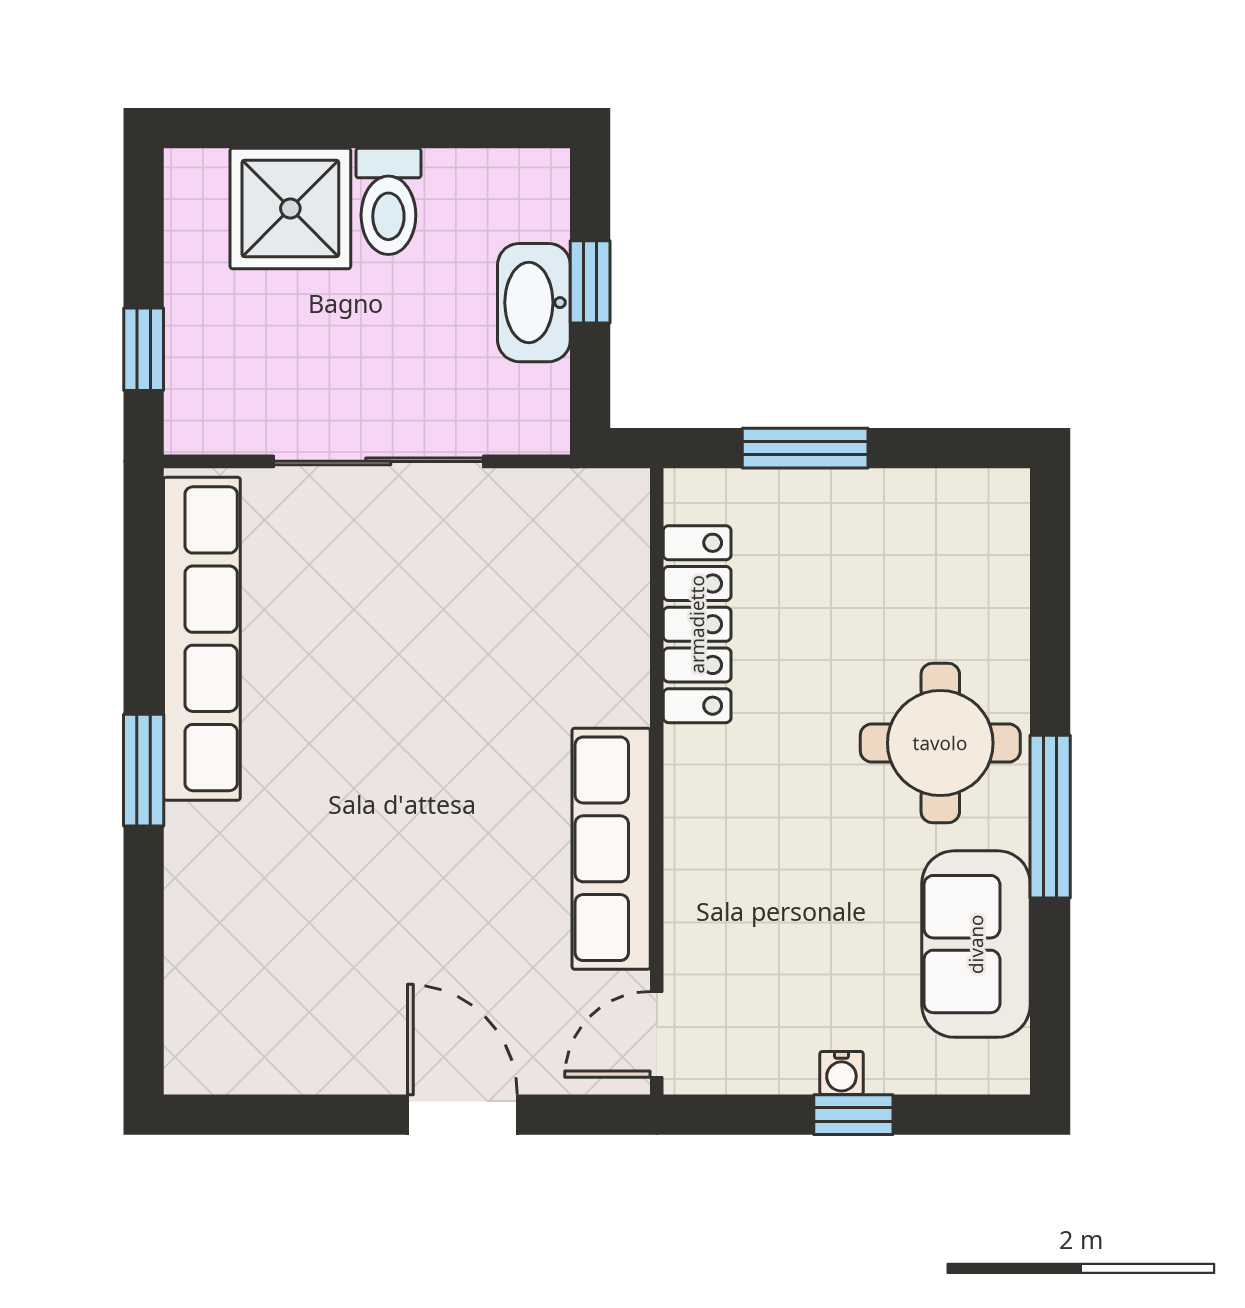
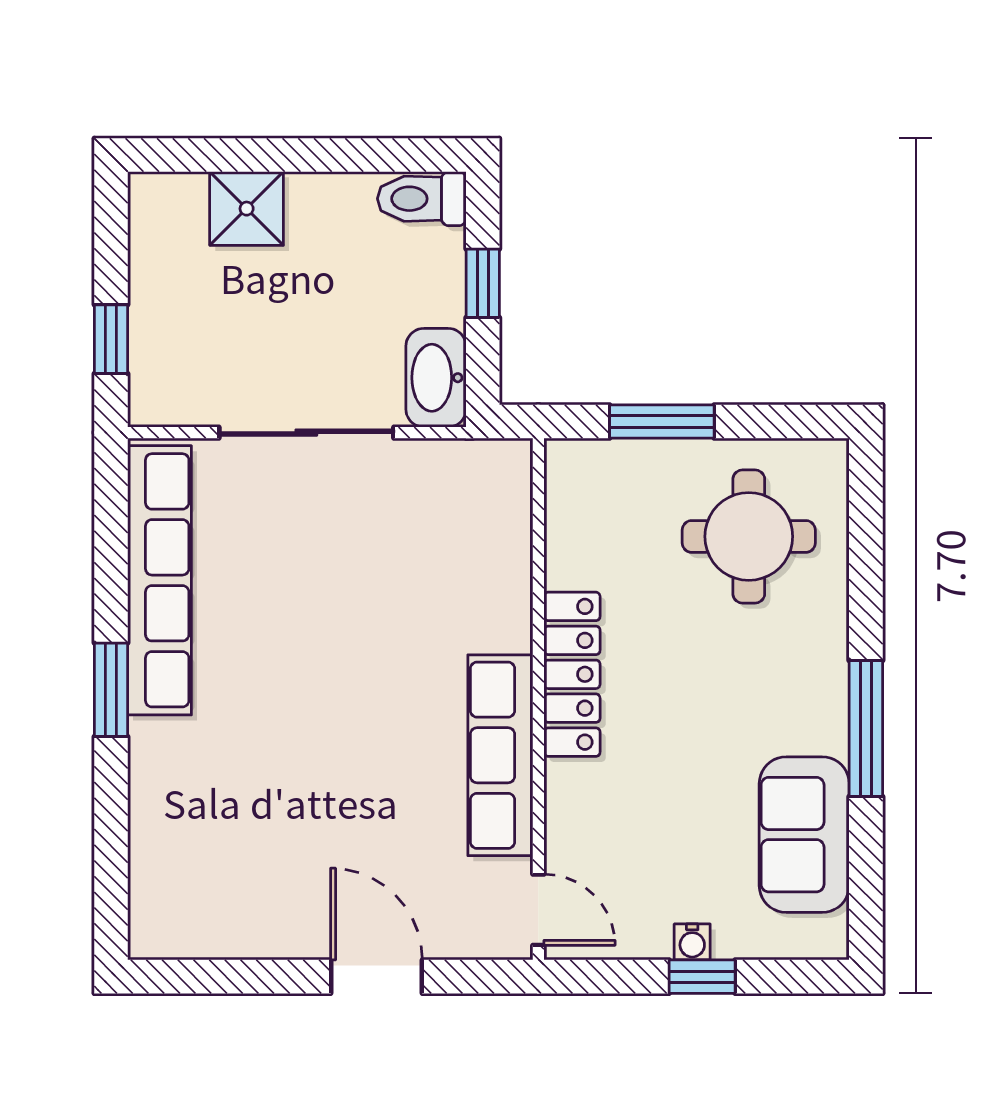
toilet: (388, 201) -> (422, 199), moved, turned 90
shower: (290, 208) -> (247, 209), width x0.73, depth x0.73
washbasin: (534, 303) -> (436, 378), moved
locker: (697, 624) -> (572, 674), moved
round table: (940, 743) -> (749, 536), moved
door: (657, 1034) -> (538, 910), swing flipped

